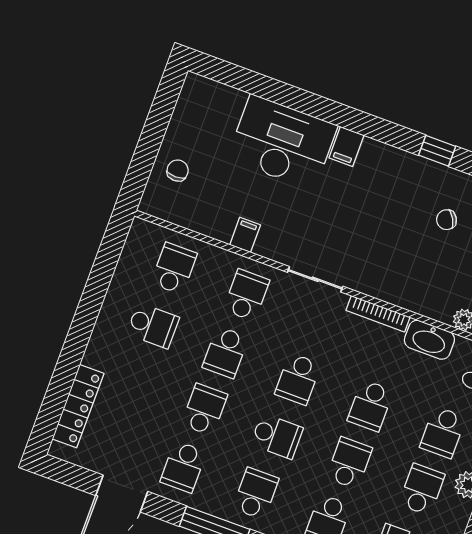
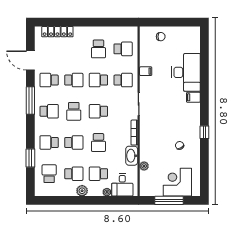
school desk: (370, 406) -> (98, 142), turned -90

